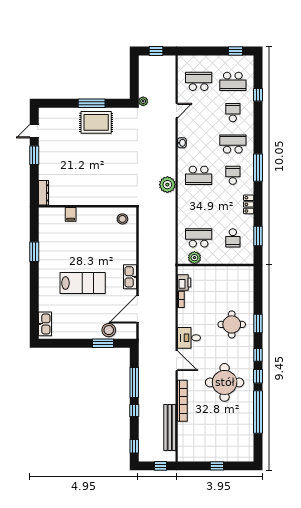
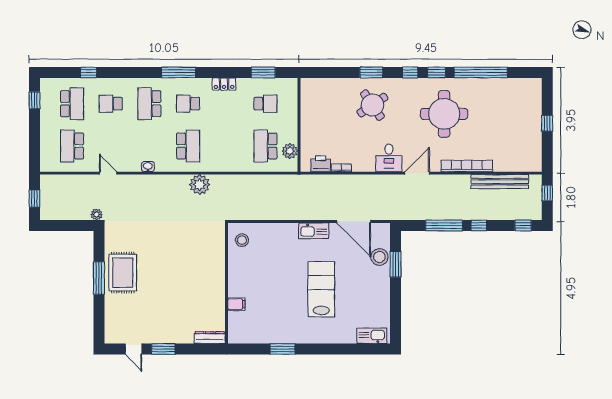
round table: (232, 324) -> (372, 105), turned -34

